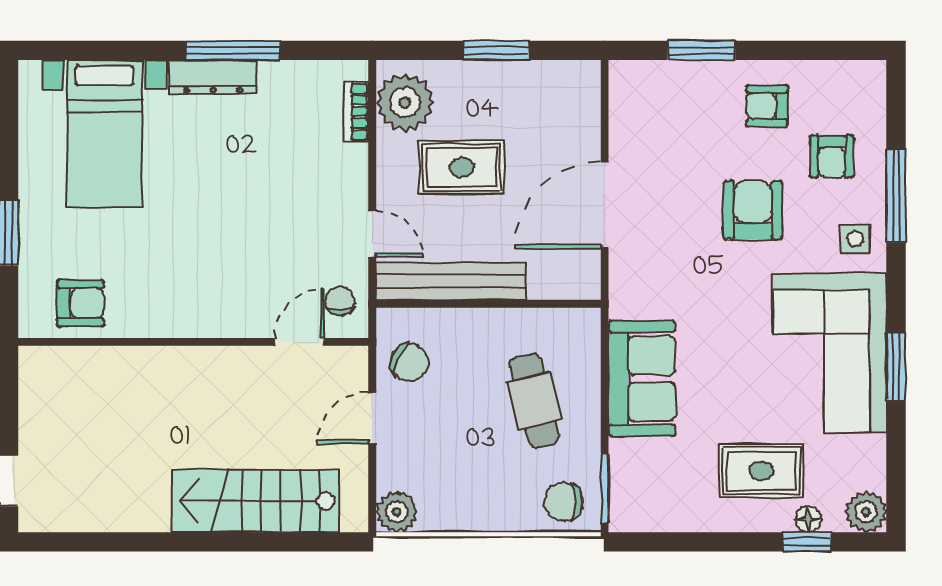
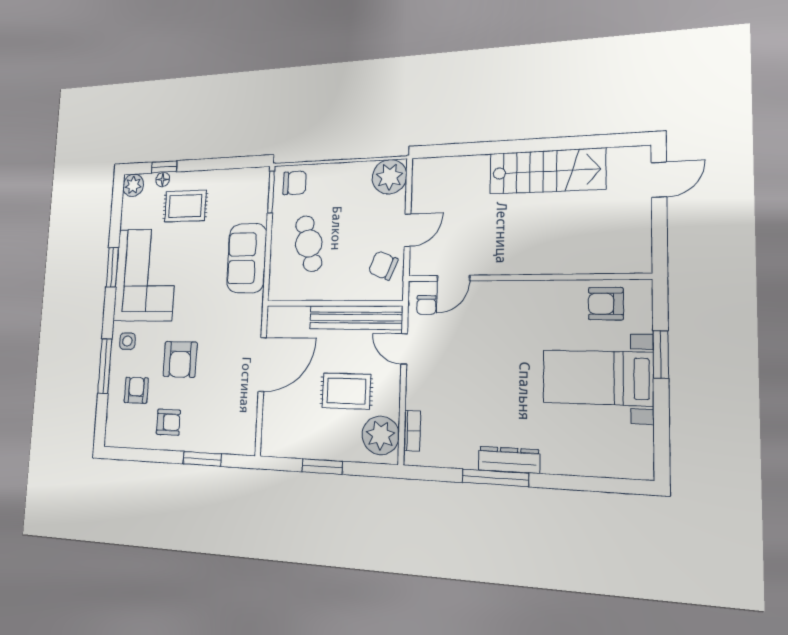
bed with nightstands: (104, 134) -> (598, 378), moved, turned -90
stairs: (256, 501) -> (547, 171), moved
plant: (397, 512) -> (389, 177), width x1.36, depth x1.36

